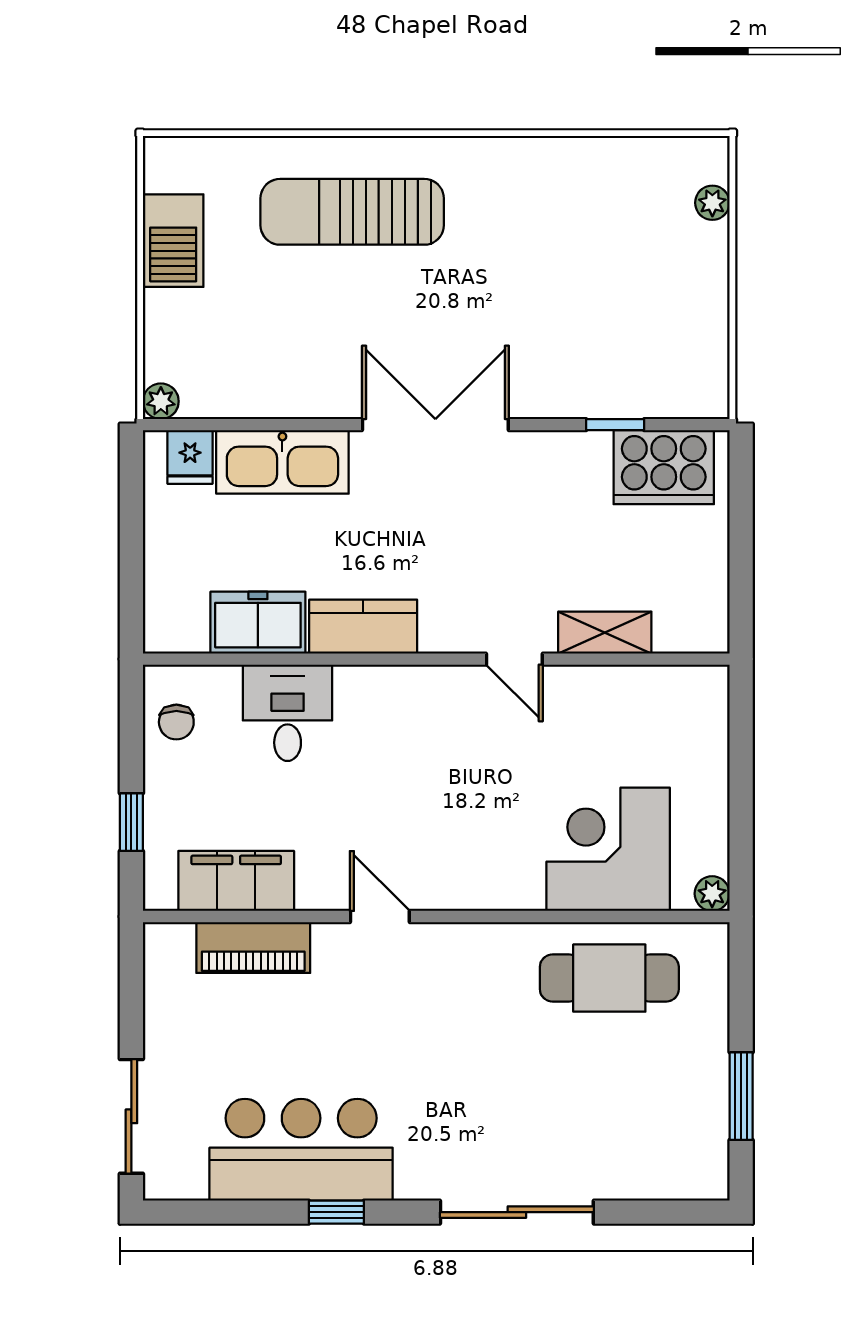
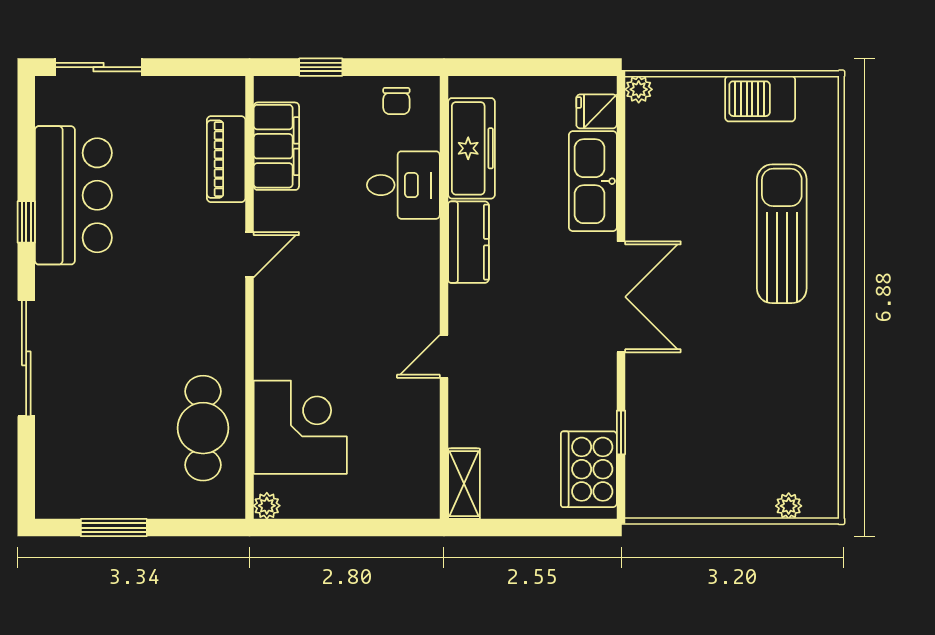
freezer: (258, 623) -> (471, 148), width x1.40
shelving: (605, 633) -> (464, 484), moved
chair: (176, 722) -> (396, 101), turned -90

